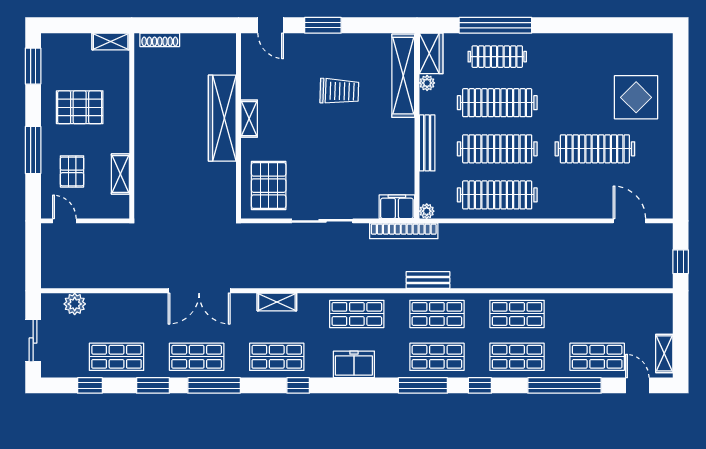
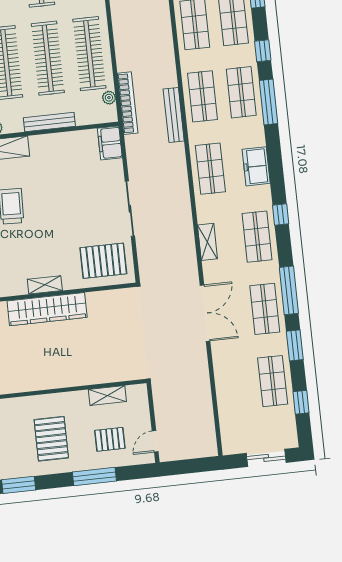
plant: (427, 211) -> (109, 98), moved
bookcase: (404, 231) -> (128, 103), moved
bench: (428, 280) -> (174, 115), width x1.36
plant: (75, 304) -> (229, 424), removed

